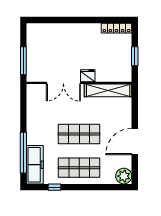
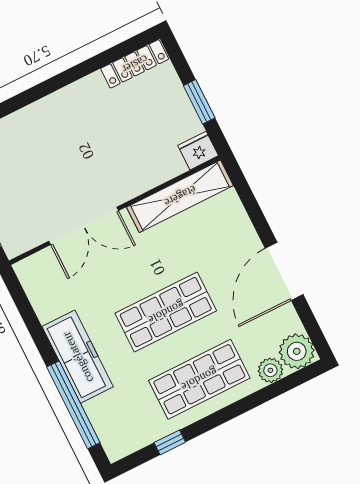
fridge: (88, 76) -> (198, 151), moved
freezer: (35, 165) -> (78, 357), moved
plant: (109, 178) -> (270, 370), added

